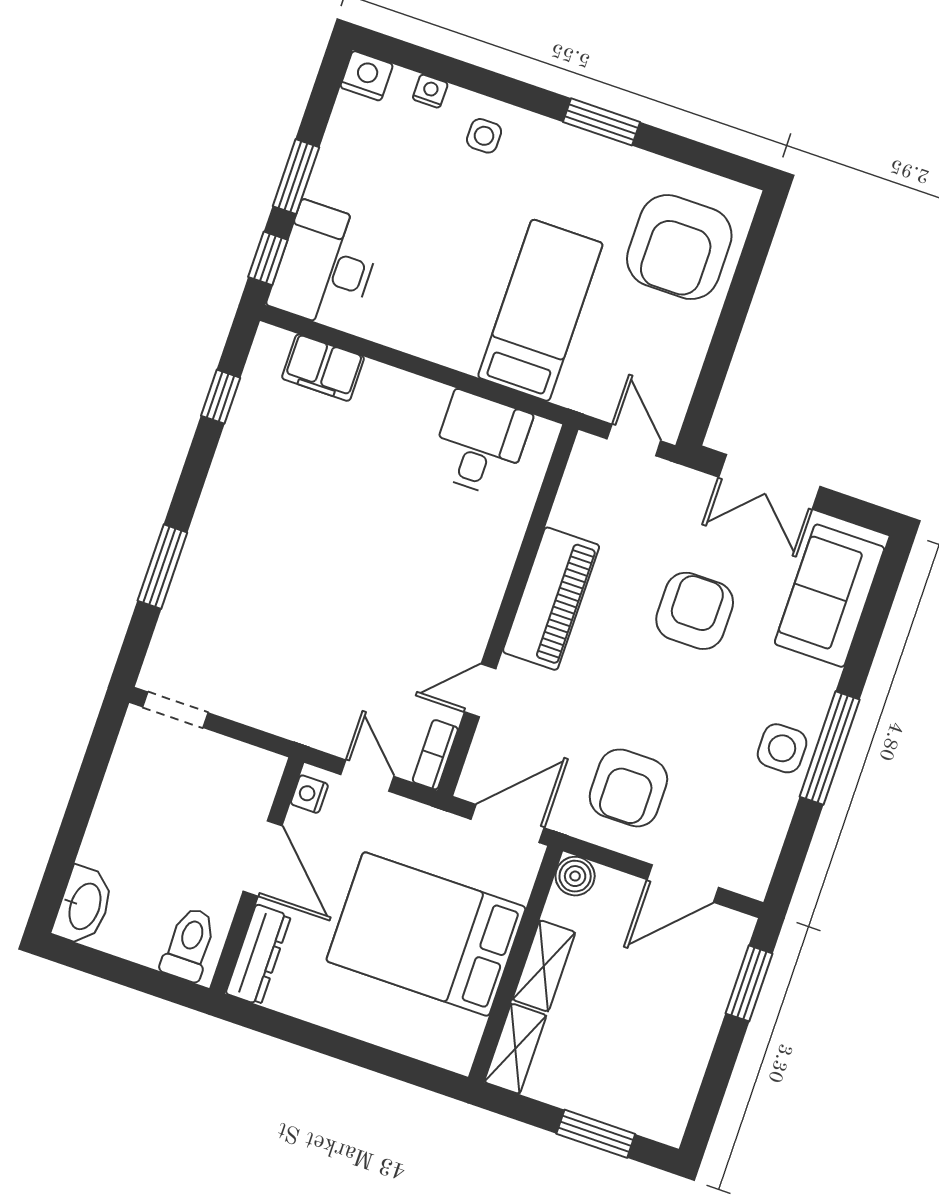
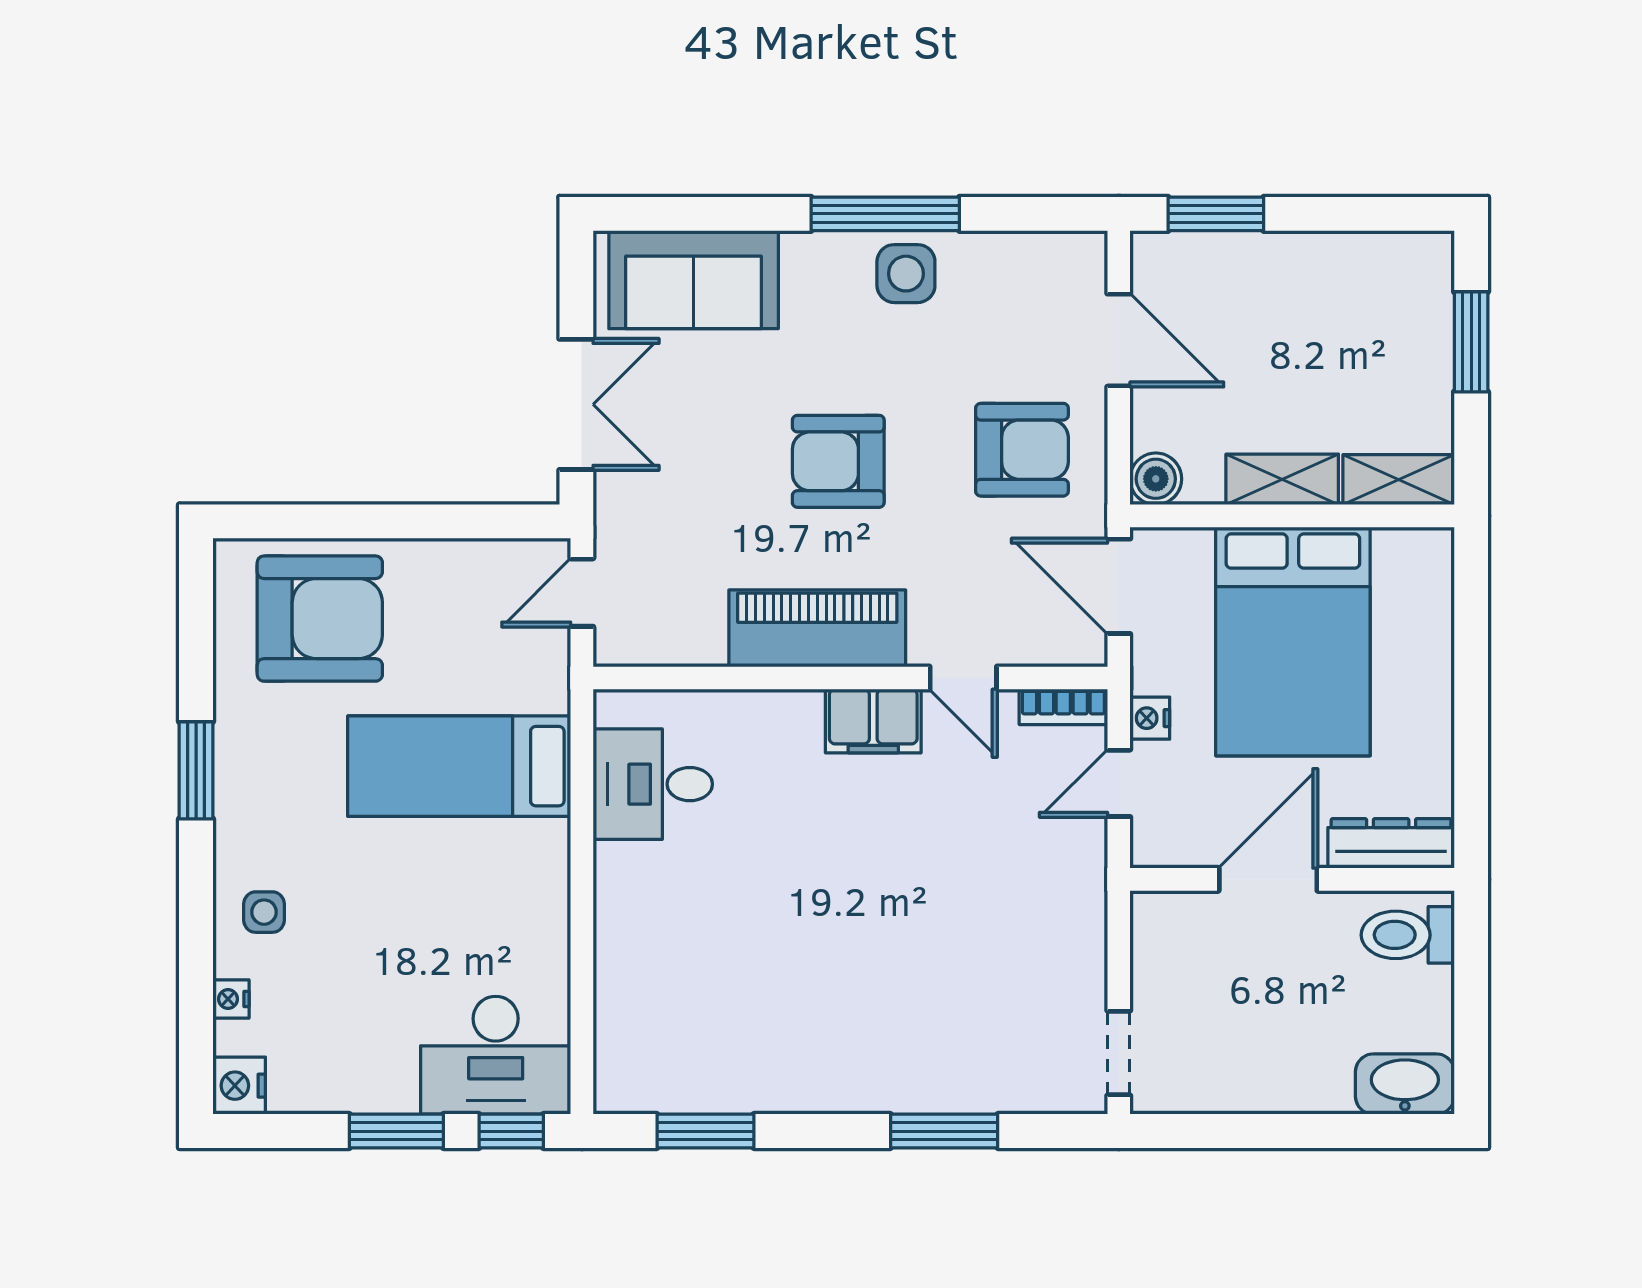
filing cabinet: (323, 368) -> (873, 721), moved, turned 90
window: (221, 397) -> (705, 1131), width x1.50
armchair: (695, 611) -> (838, 461), moved
nightstand: (309, 794) -> (1150, 718), moved, turned 90

